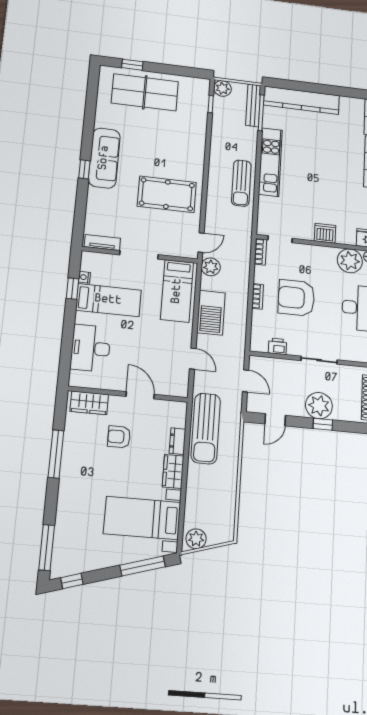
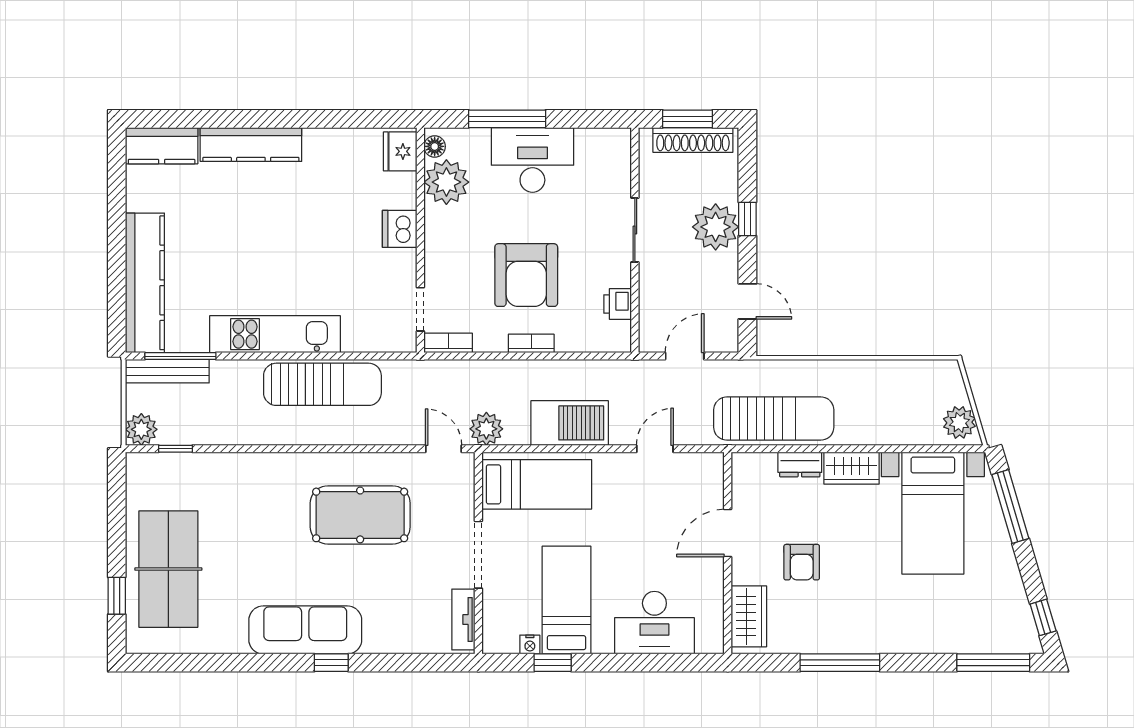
sun lounger: (241, 183) -> (322, 384), width x1.36, depth x1.34
pool table: (167, 194) -> (360, 515), turned 90

